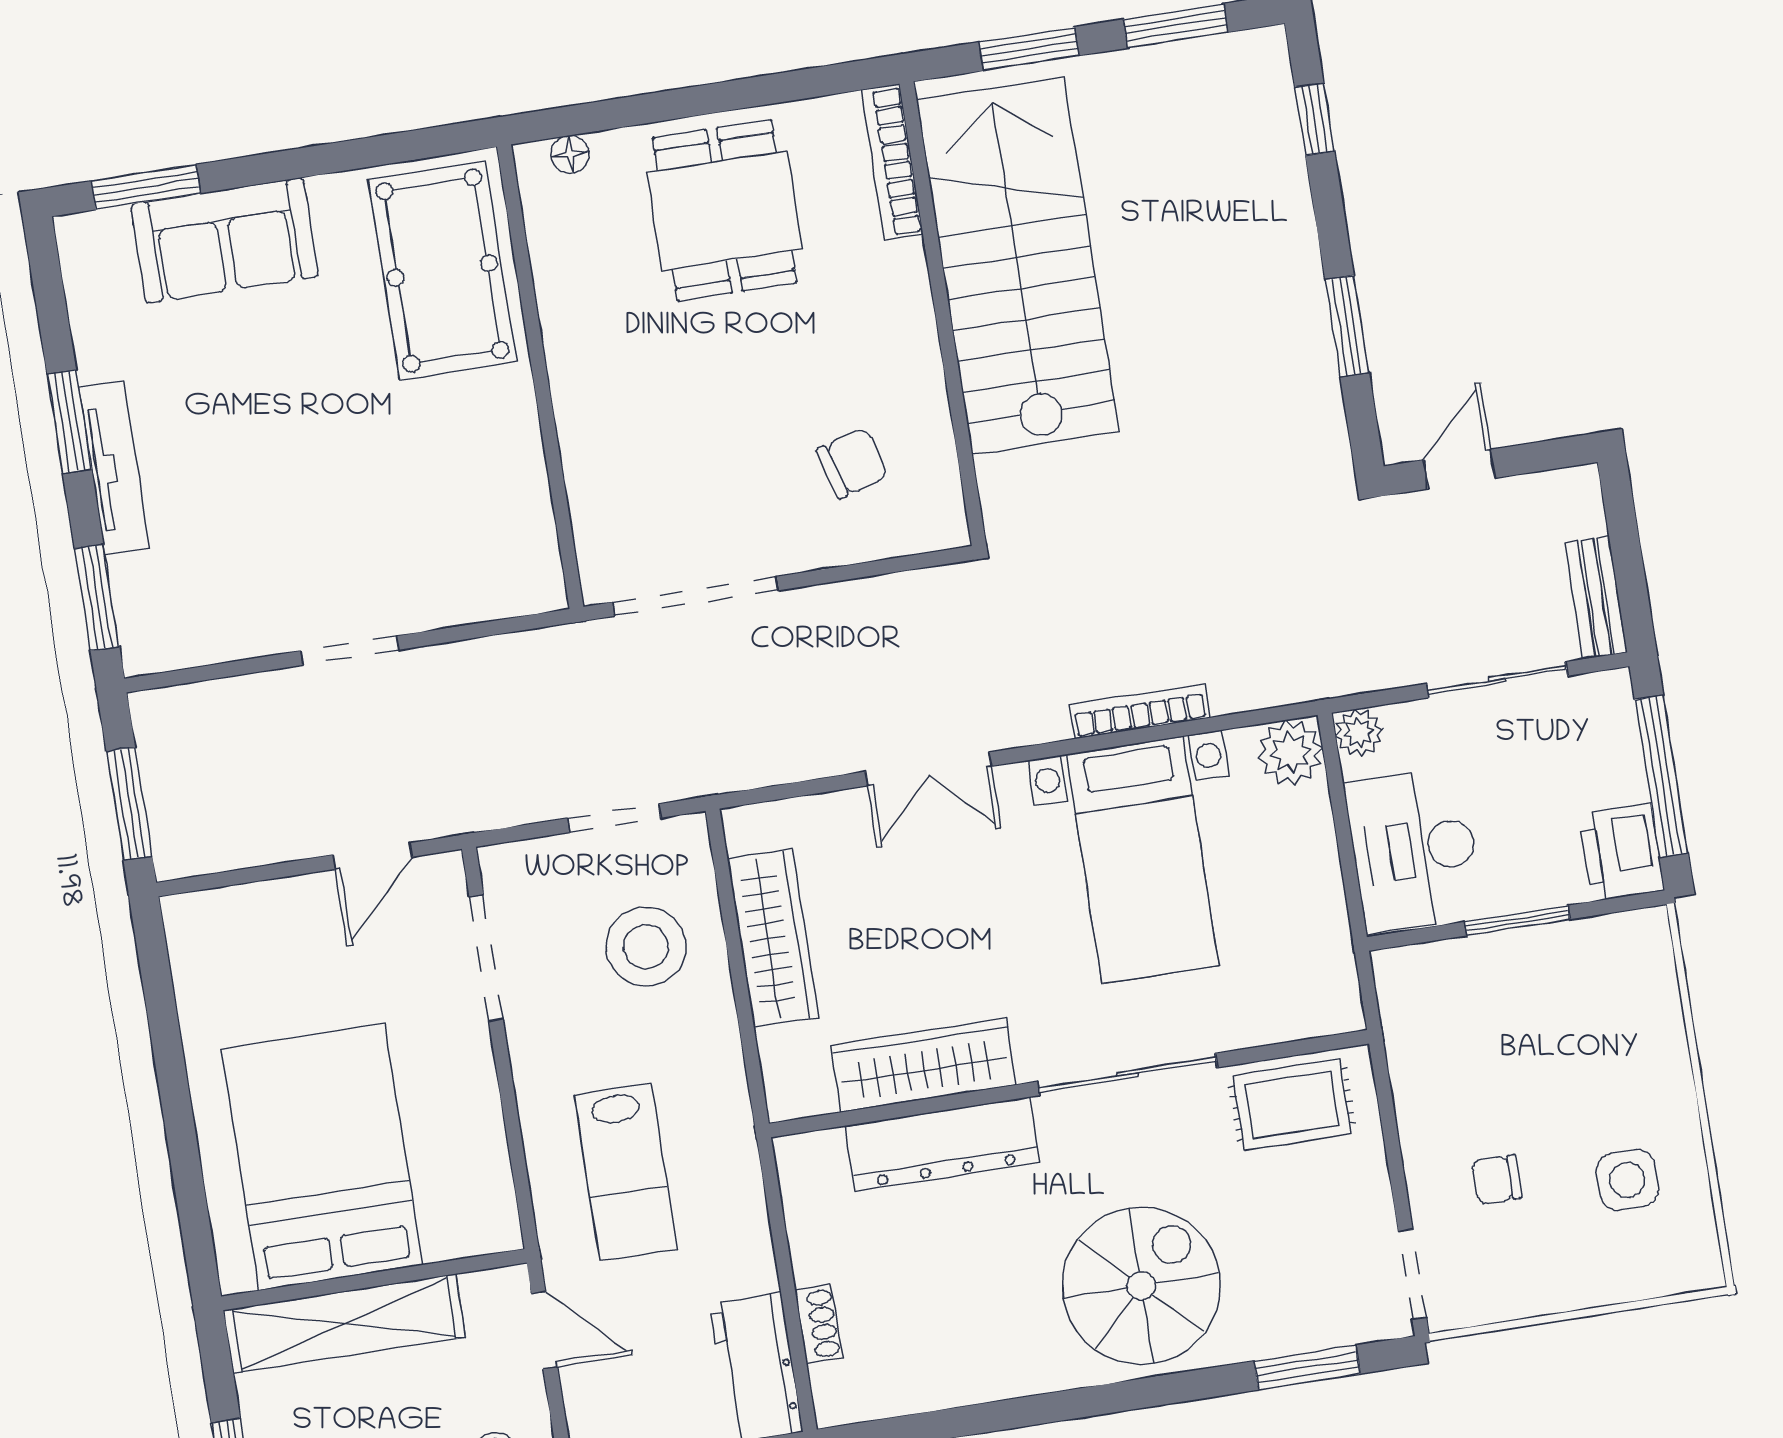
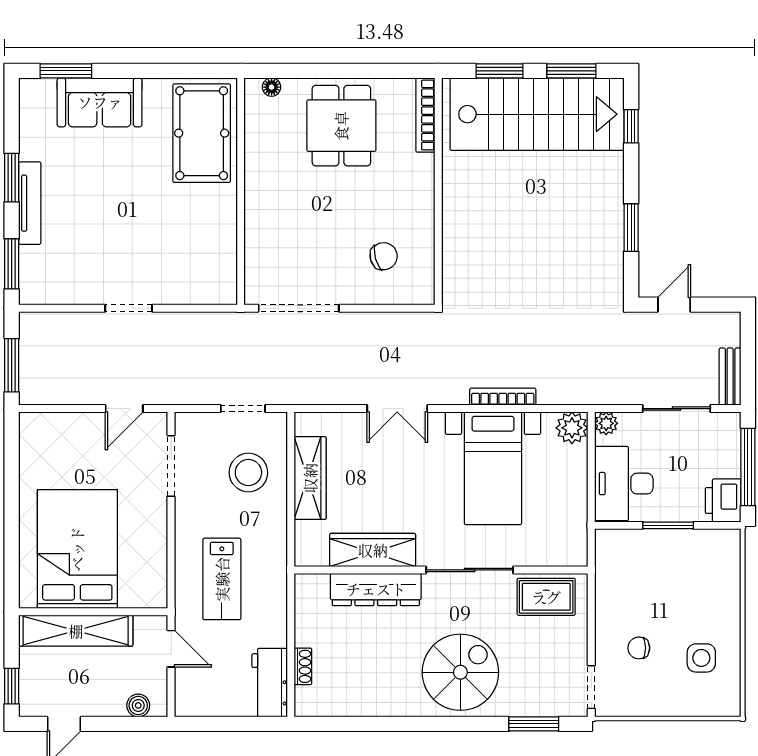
stairs: (1018, 266) -> (537, 114), moved, turned 90

